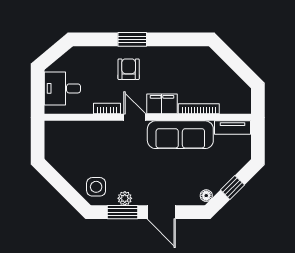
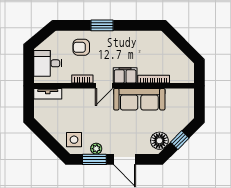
armchair: (129, 69) -> (81, 47), moved, turned -90
door: (135, 117) -> (104, 86), swing flipped
tv unit: (232, 128) -> (48, 94), moved
floor lamp: (206, 196) -> (159, 141), width x1.89, depth x1.89

